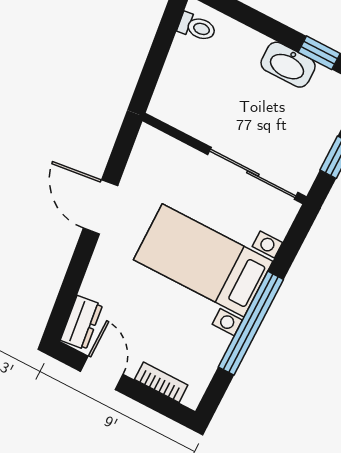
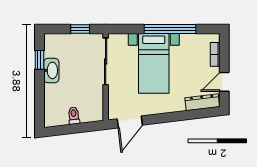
toilet: (197, 27) -> (74, 116), moved
door: (101, 207) -> (130, 122), moved
dresser: (81, 323) -> (202, 102), width x1.44

